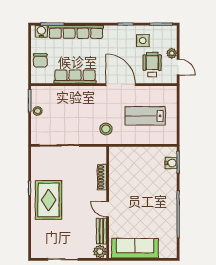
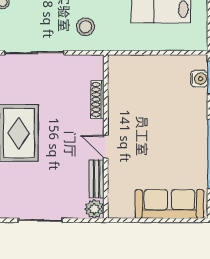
stool: (106, 129) -> (85, 27), moved
sofa: (135, 248) -> (169, 204), moved

